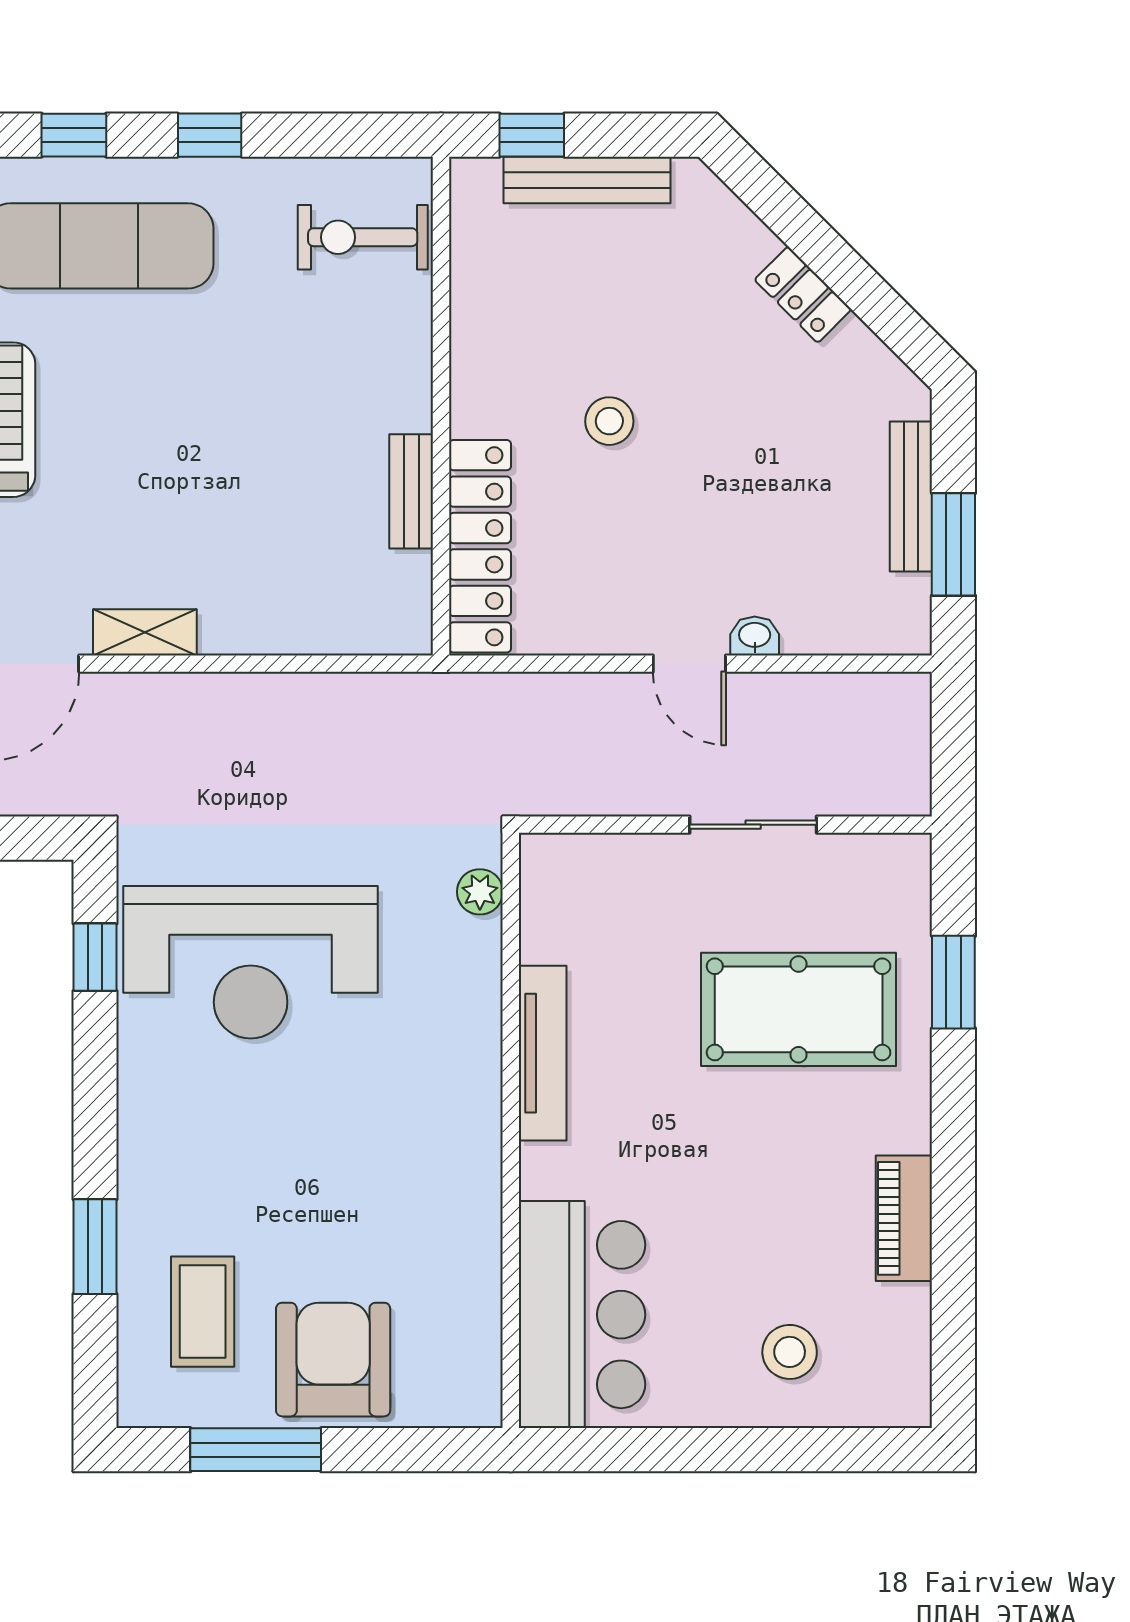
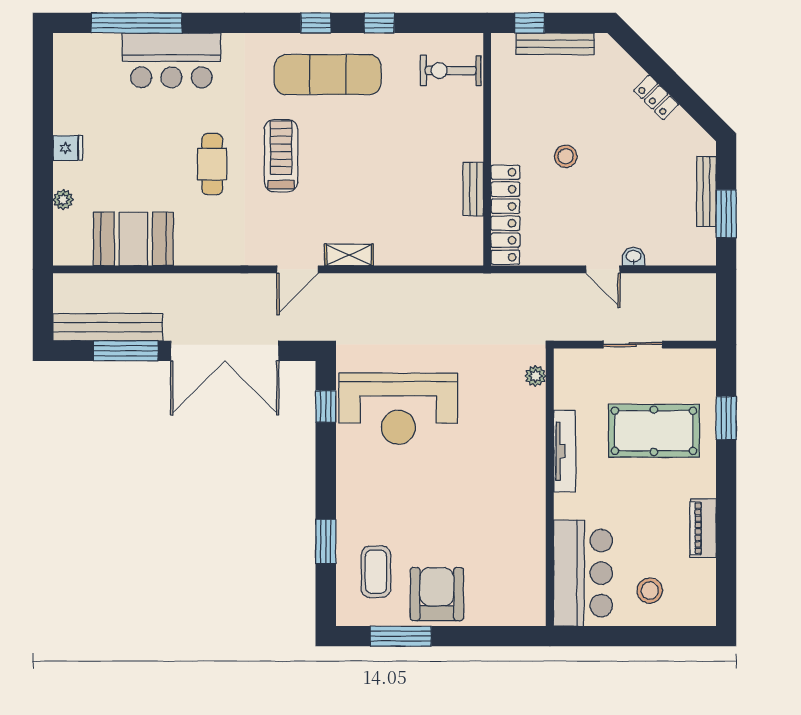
plant: (480, 892) -> (535, 376), moved
tv unit: (543, 1053) -> (565, 451), moved
wall: (511, 1130) -> (550, 487), moved
bar counter: (582, 1315) -> (583, 573), moved

